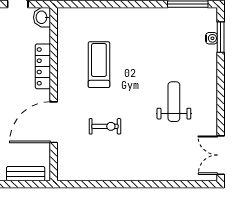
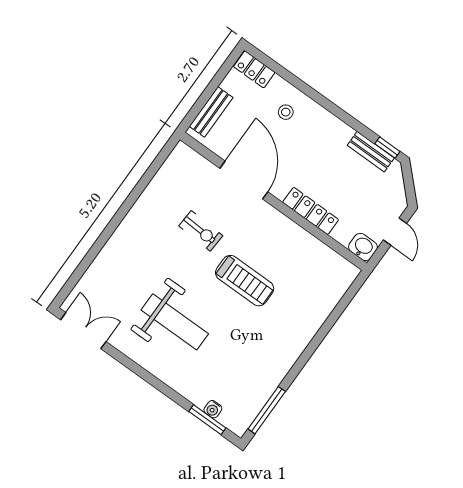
treadmill: (99, 65) -> (245, 281), moved
weight bench: (174, 102) -> (175, 322), width x1.36, depth x1.33
exercise bike: (105, 126) -> (201, 231), turned -87

